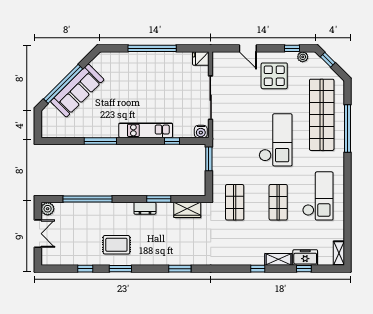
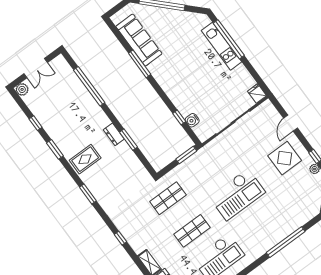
window: (152, 48) -> (229, 39), moved
sofa: (77, 91) -> (139, 40), moved, turned -135
shop shelf: (322, 115) -> (282, 215), removed
kitchen unit: (146, 130) -> (221, 46), moved, turned 180
water cooler: (201, 132) -> (192, 120), moved
plant: (48, 209) -> (22, 89), moved
wardrobe: (187, 210) -> (136, 167), removed
rug: (116, 245) -> (85, 159), moved, turned 90
window: (258, 269) -> (120, 238), moved

